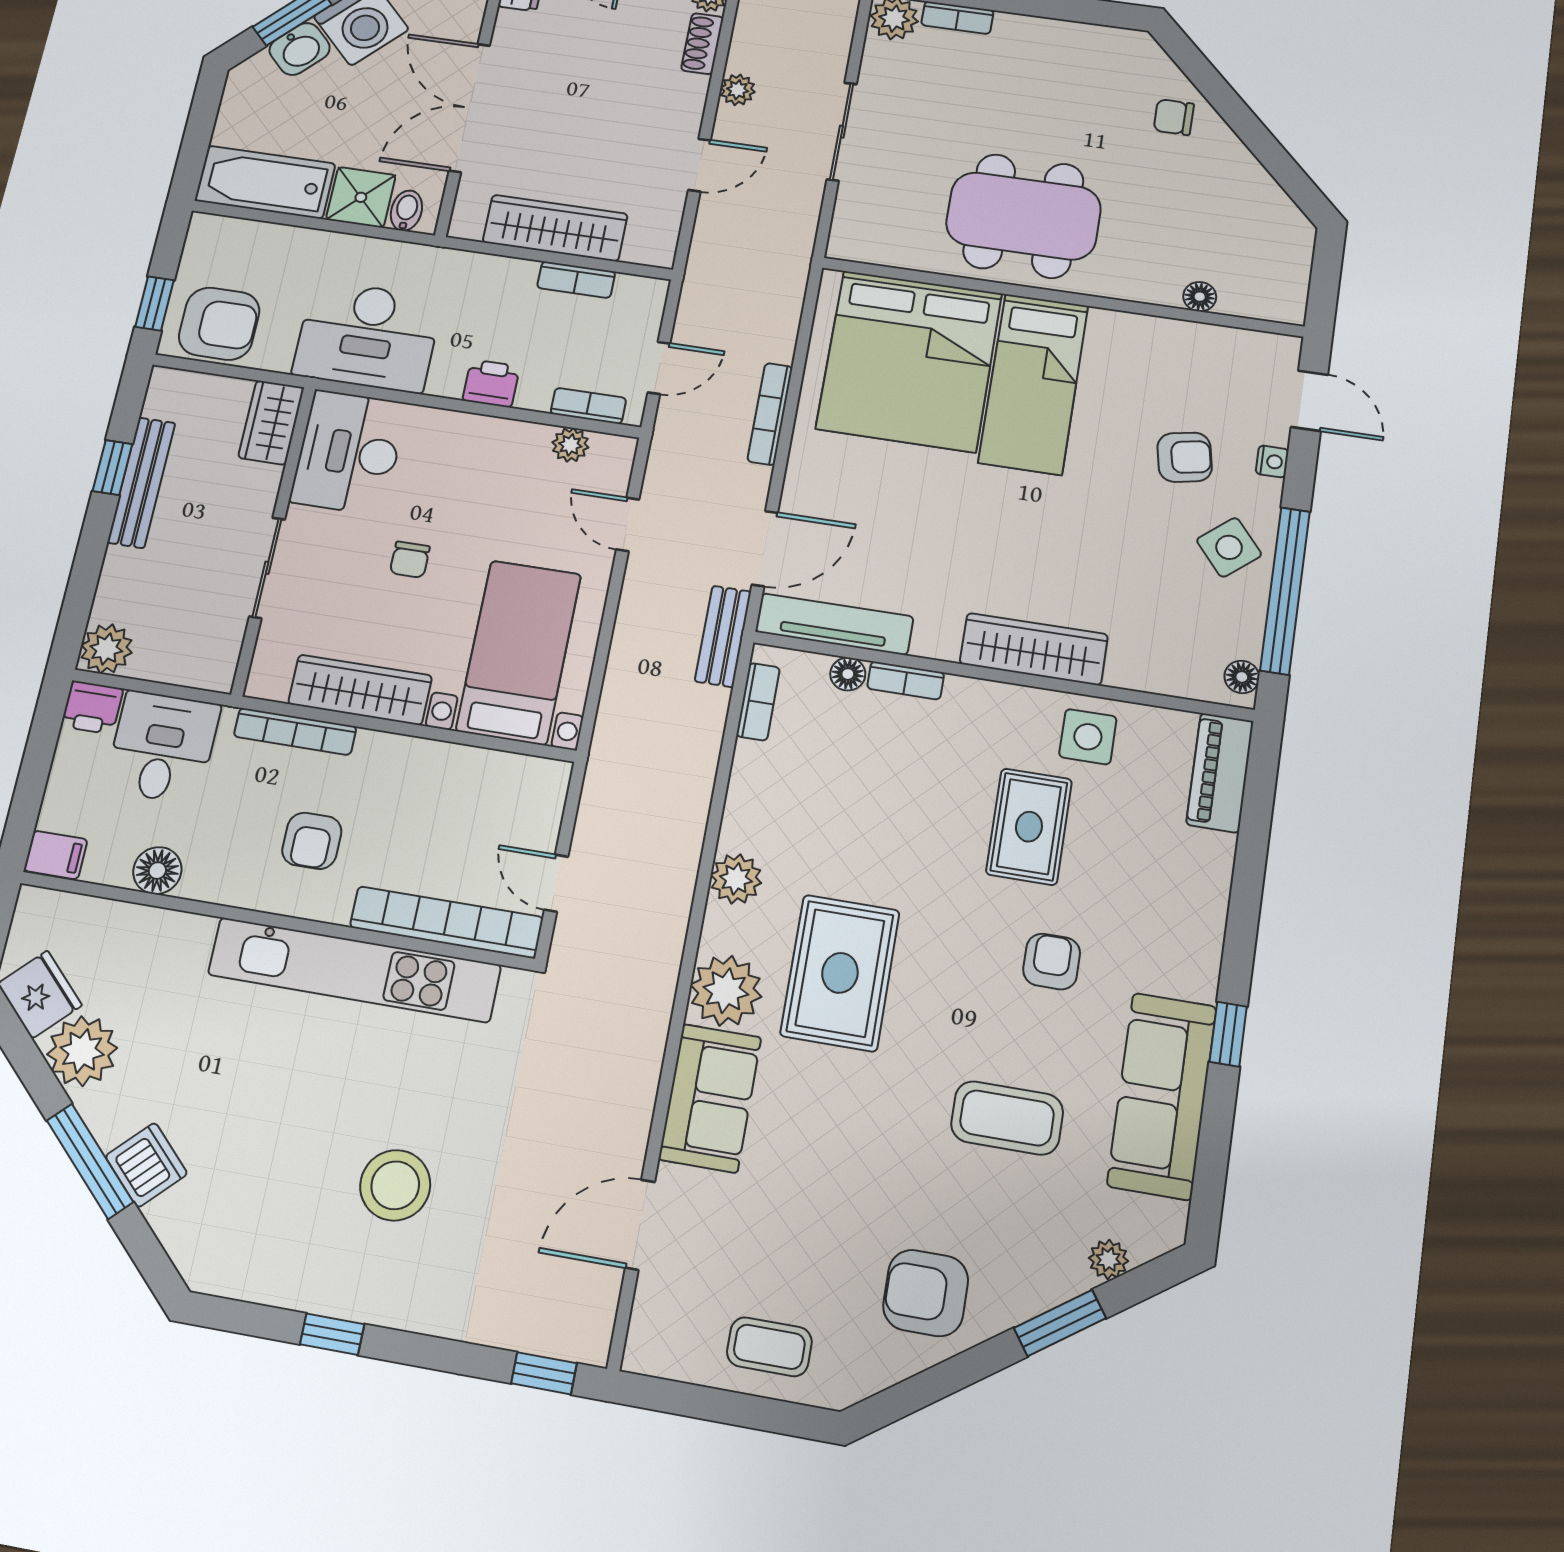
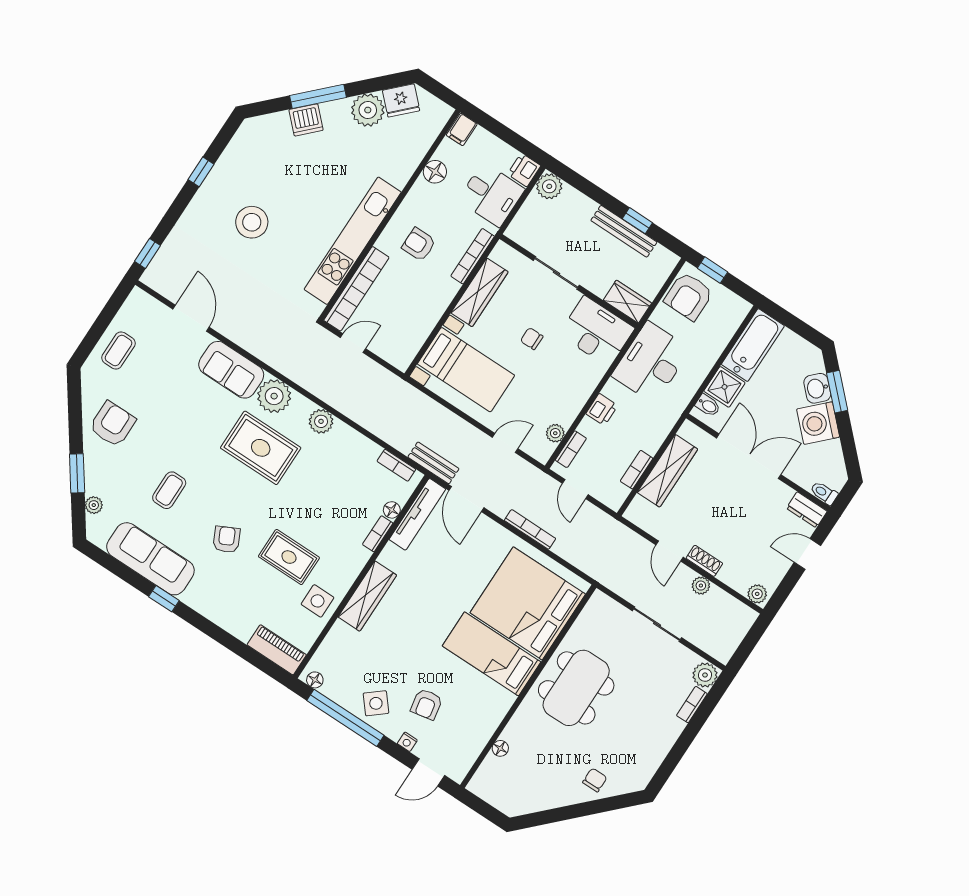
shoe rack: (702, 44) -> (704, 561), moved
armchair: (1052, 962) -> (227, 539), turned -116
coffee table: (1007, 1118) -> (169, 490), width x0.73, depth x0.77

